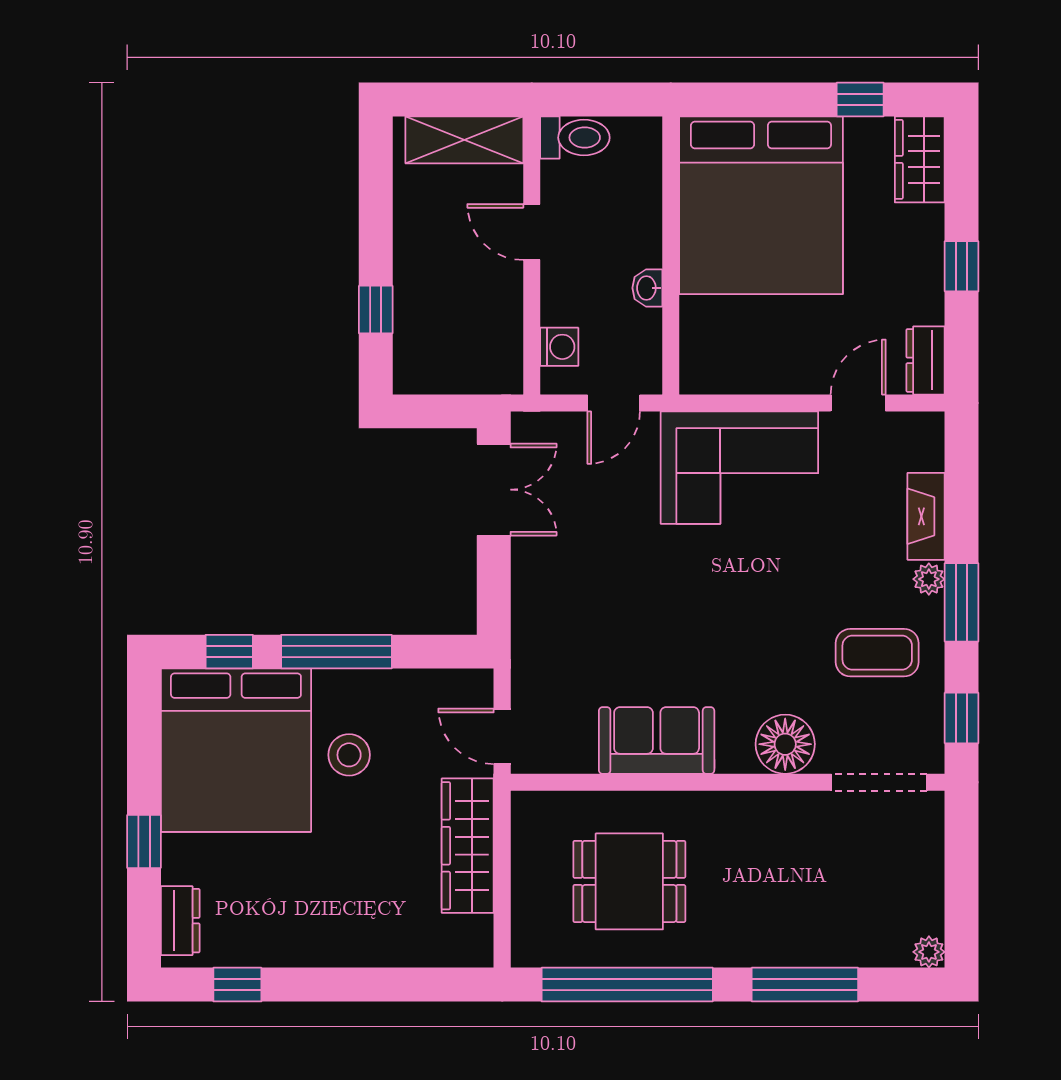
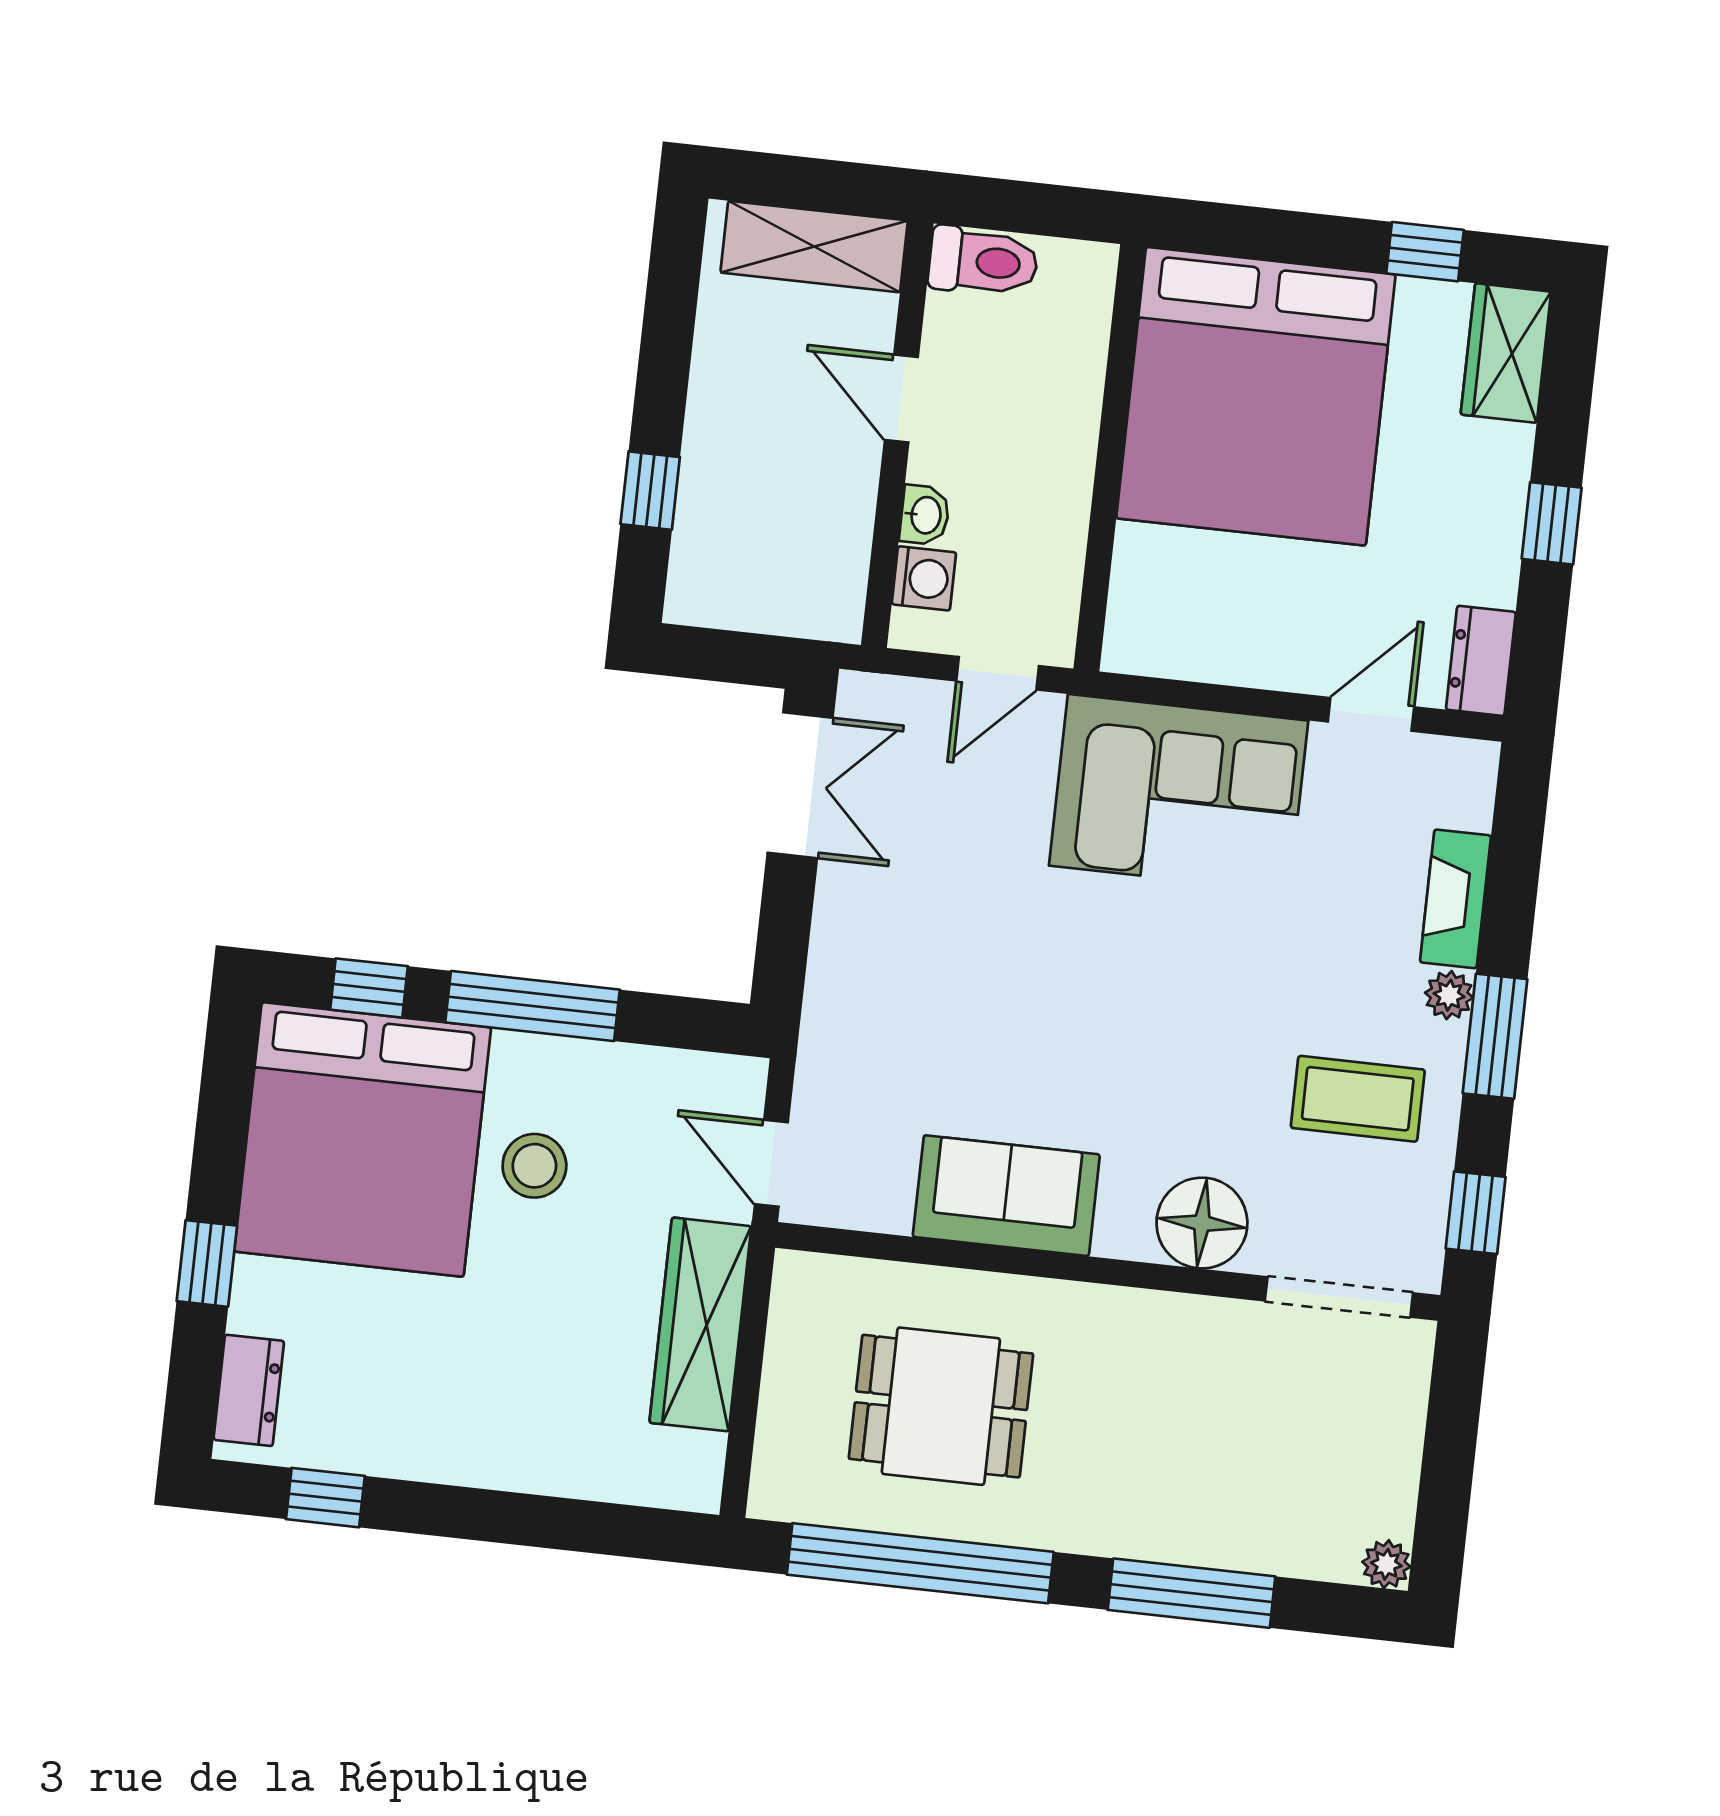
washbasin: (647, 288) -> (925, 515), moved, turned 180

